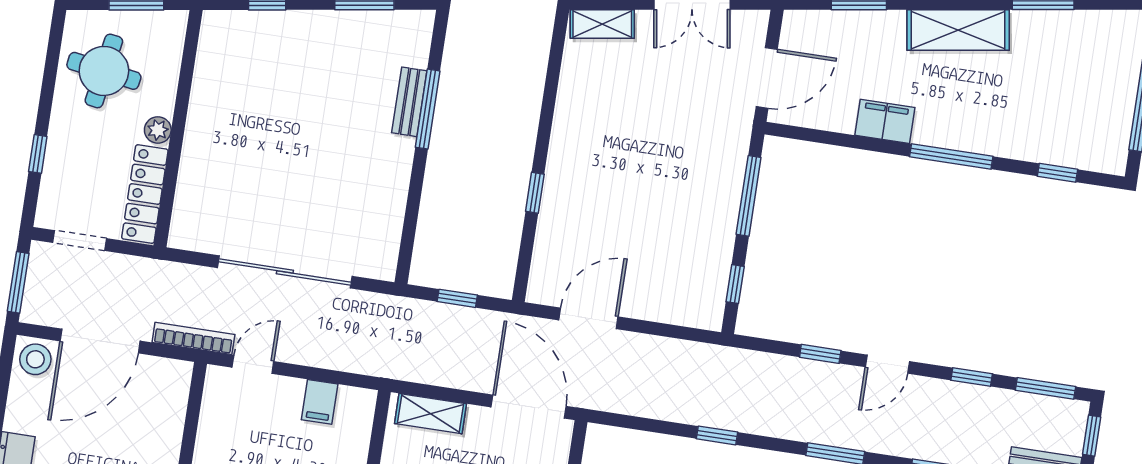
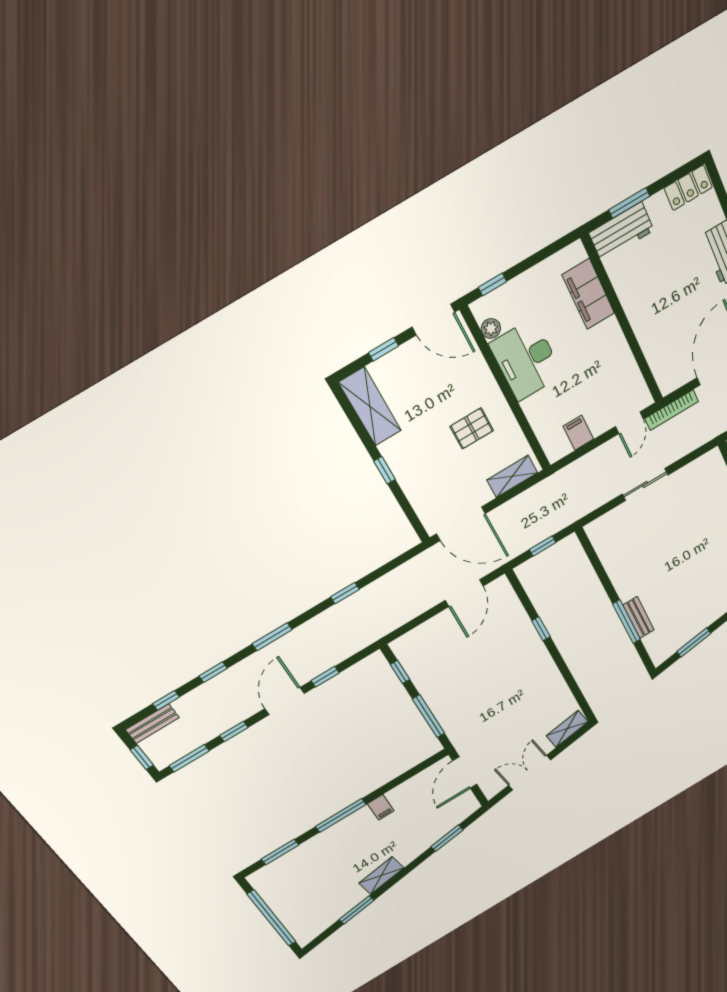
shelving: (958, 30) -> (381, 875), width x0.67, depth x0.75
filing cabinet: (885, 121) -> (381, 807), width x0.50
window: (1058, 173) -> (280, 852), width x1.50
sliding door: (285, 272) -> (645, 484), width x0.54
door: (887, 364) -> (285, 701), width x1.38

